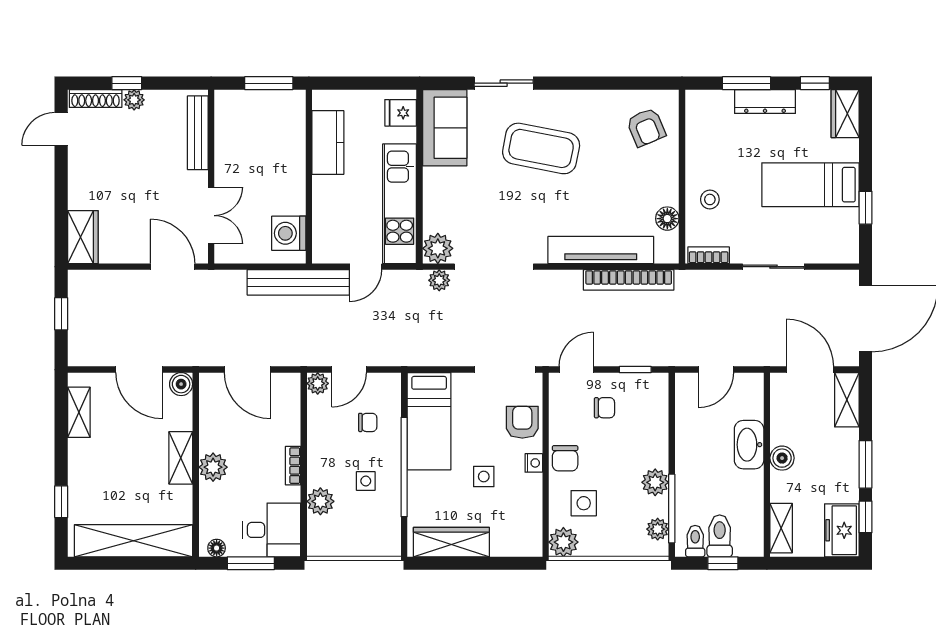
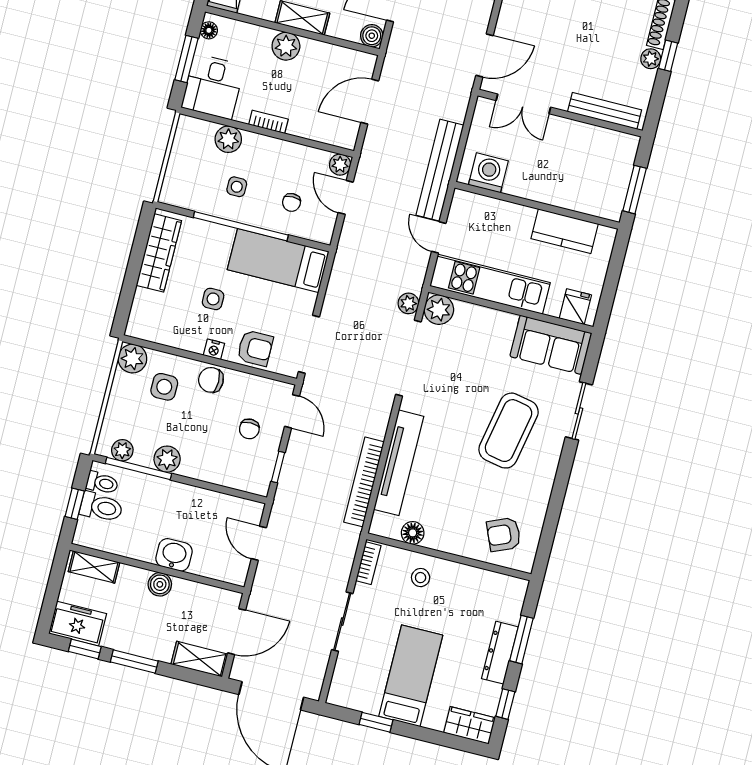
washbasin: (749, 445) -> (174, 555), width x0.72

